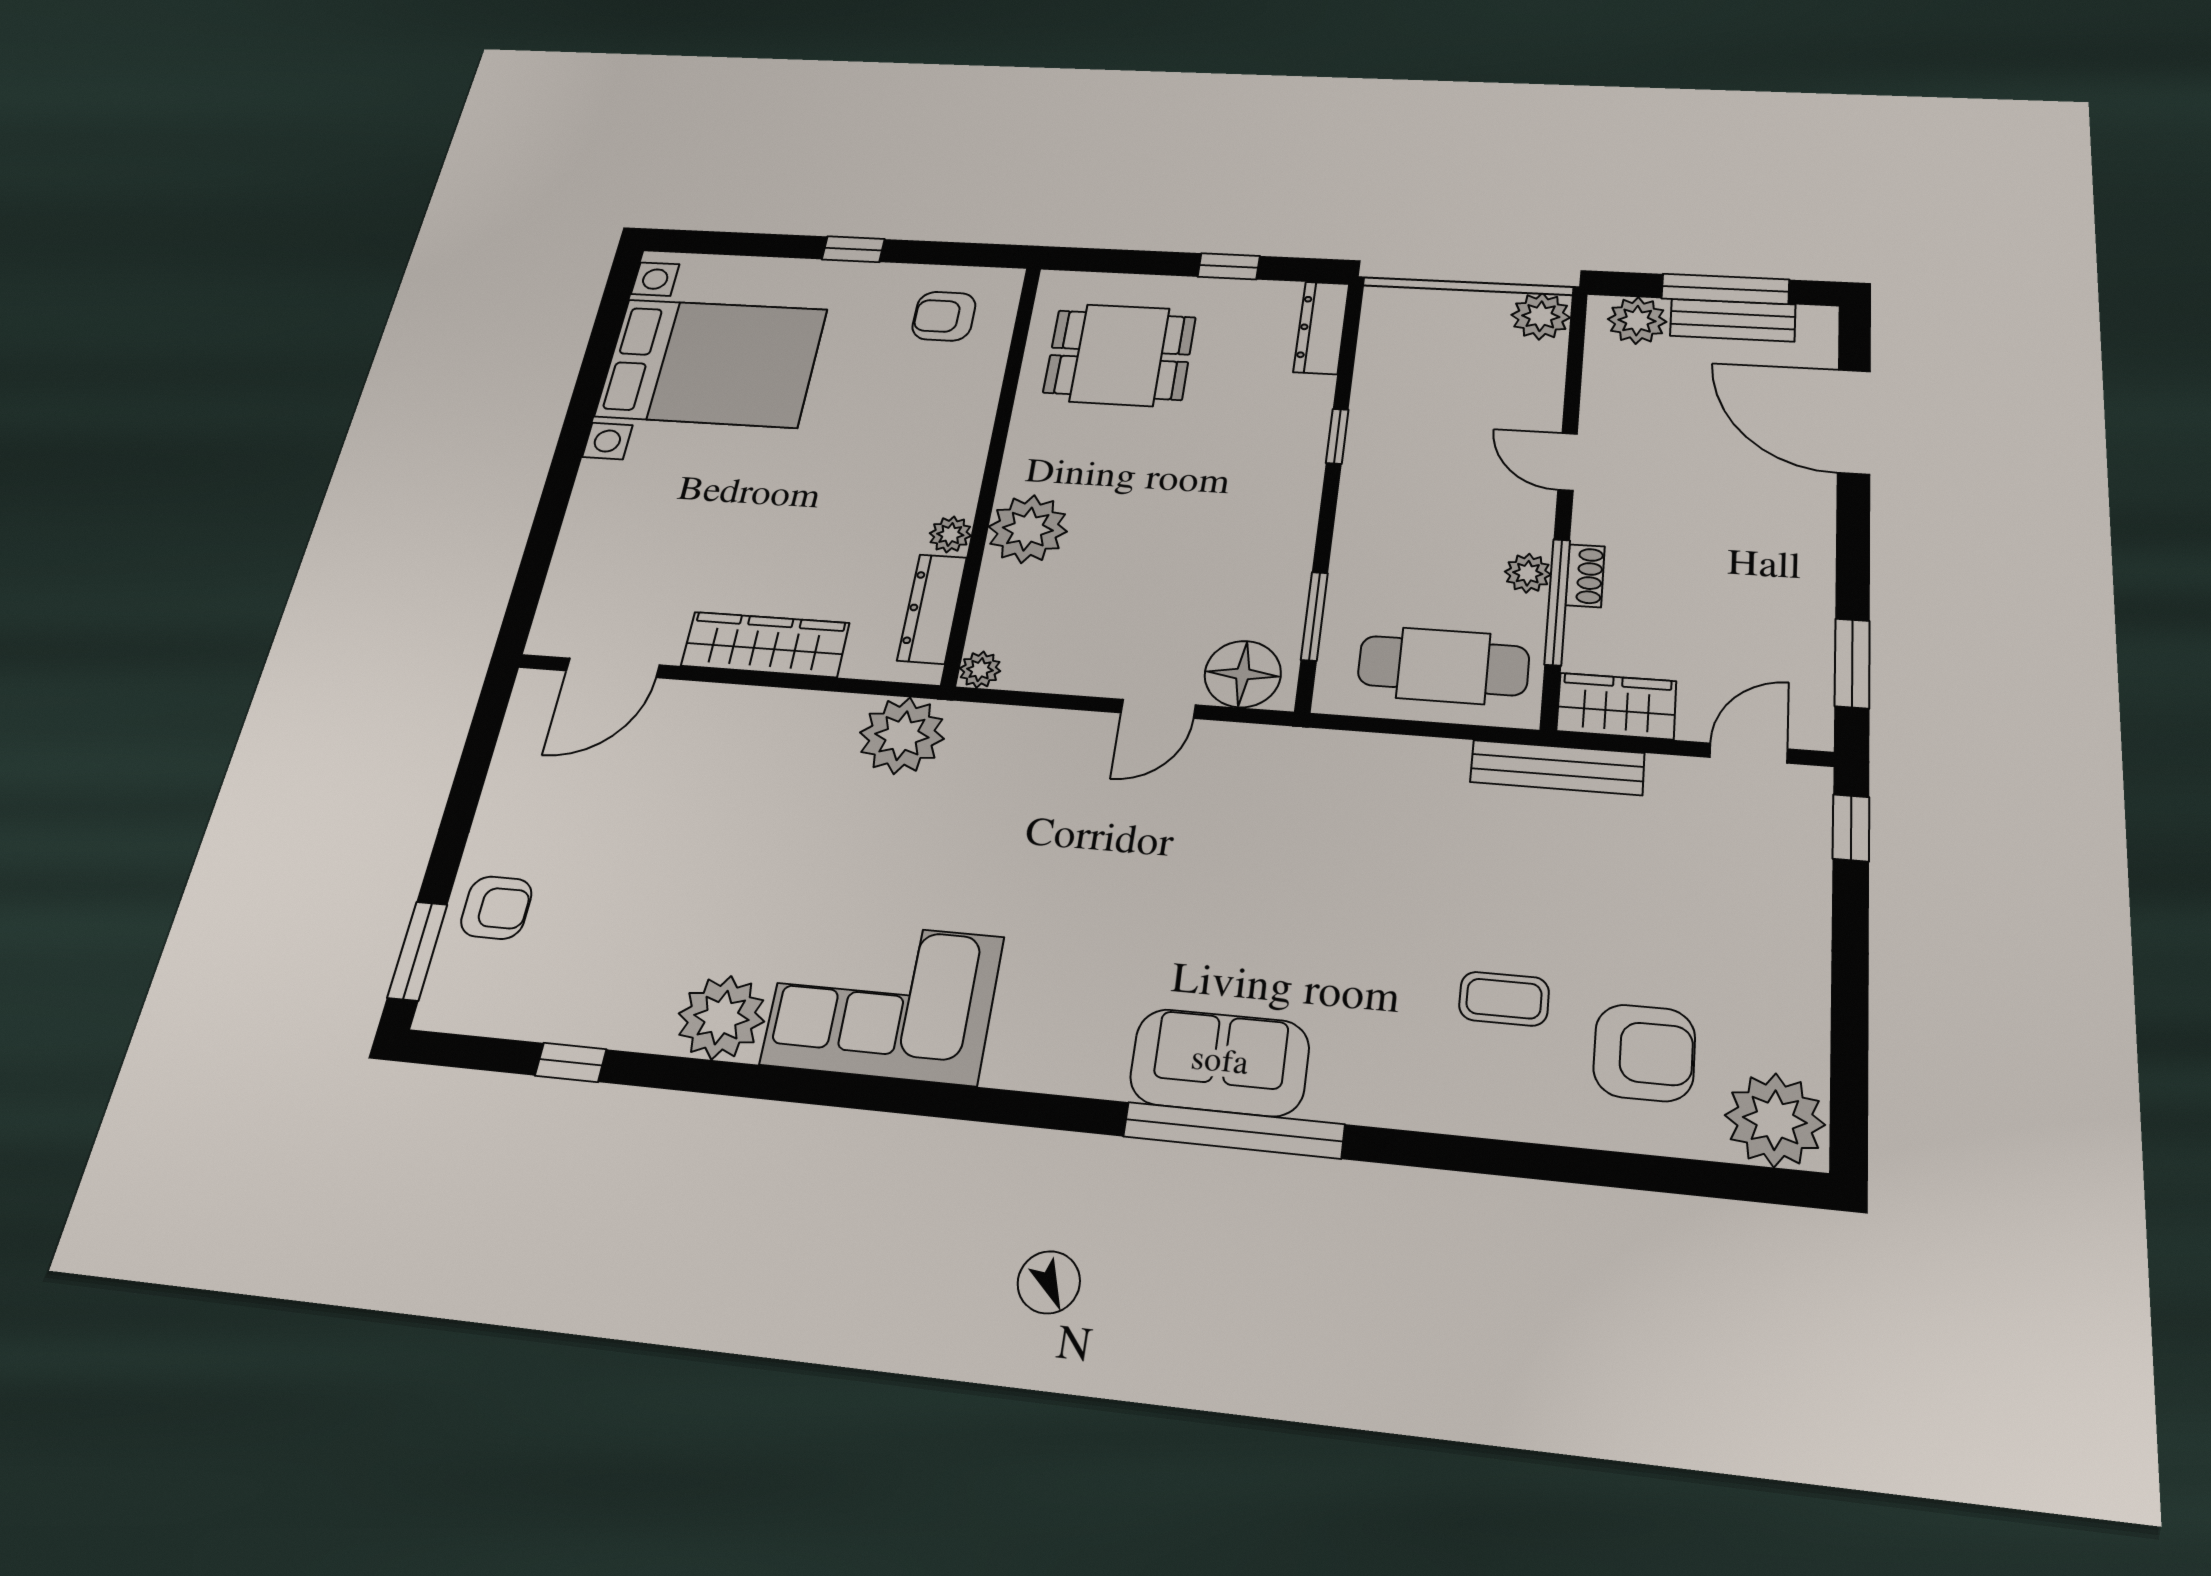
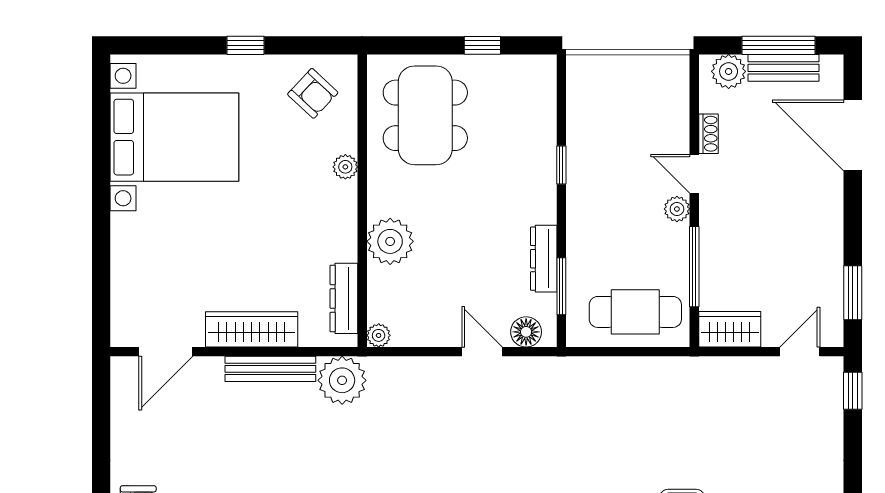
armchair: (944, 316) -> (313, 93), turned -137
plant: (1541, 316) -> (672, 72), removed
dresser: (1321, 328) -> (544, 259), moved
dining table: (1120, 355) -> (425, 115), width x1.38
plant: (950, 534) -> (345, 167), moved
plant: (1528, 573) -> (677, 209), moved
shoe rack: (1585, 576) -> (708, 134), moved
floor lamp: (1243, 674) -> (526, 332), width x0.73, depth x0.73
door: (1158, 709) -> (482, 352), swing flipped
bench: (1557, 767) -> (270, 369), moved

